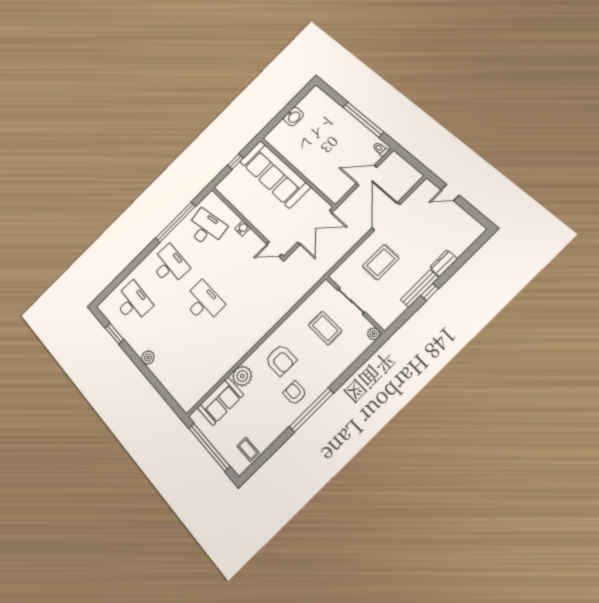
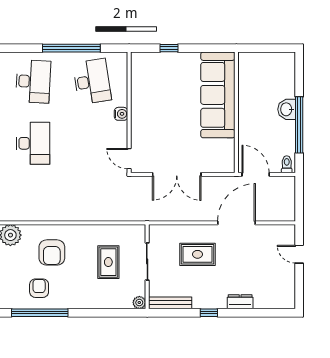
washbasin: (293, 117) -> (287, 109), moved, turned 90
wall: (297, 172) -> (236, 112), moved
sofa: (275, 174) -> (218, 95), moved
bench: (419, 289) -> (170, 303), moved

